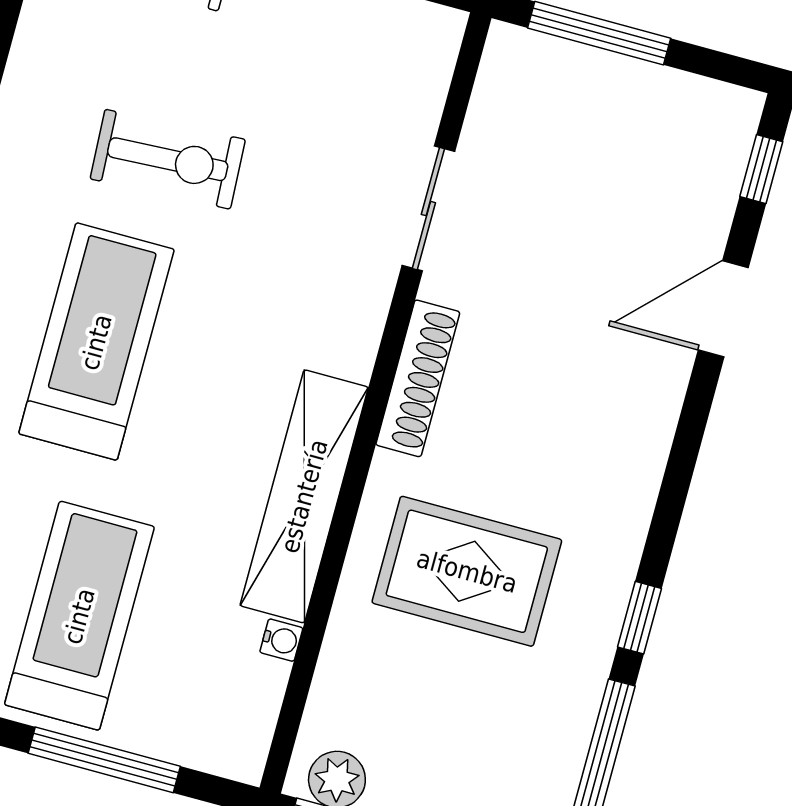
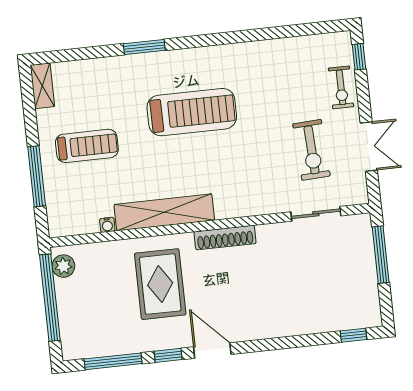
exercise bike: (168, 159) -> (312, 150), moved
sliding door: (428, 209) -> (316, 214), moved
door: (723, 309) -> (212, 351), moved
treadmill: (79, 616) -> (87, 146), width x0.73, depth x0.73

